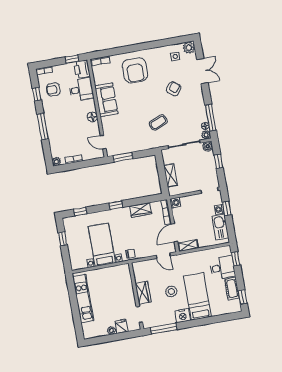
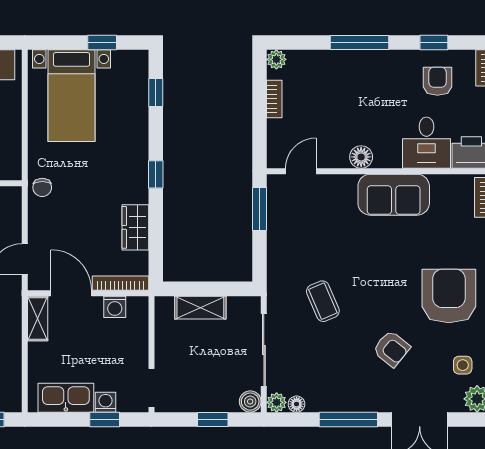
armchair: (135, 70) -> (449, 296), moved, turned 90
window: (211, 118) -> (348, 419), moved
washing machine: (175, 203) -> (115, 307), moved
bed with nightstands: (102, 245) -> (72, 96), moved, turned 90

